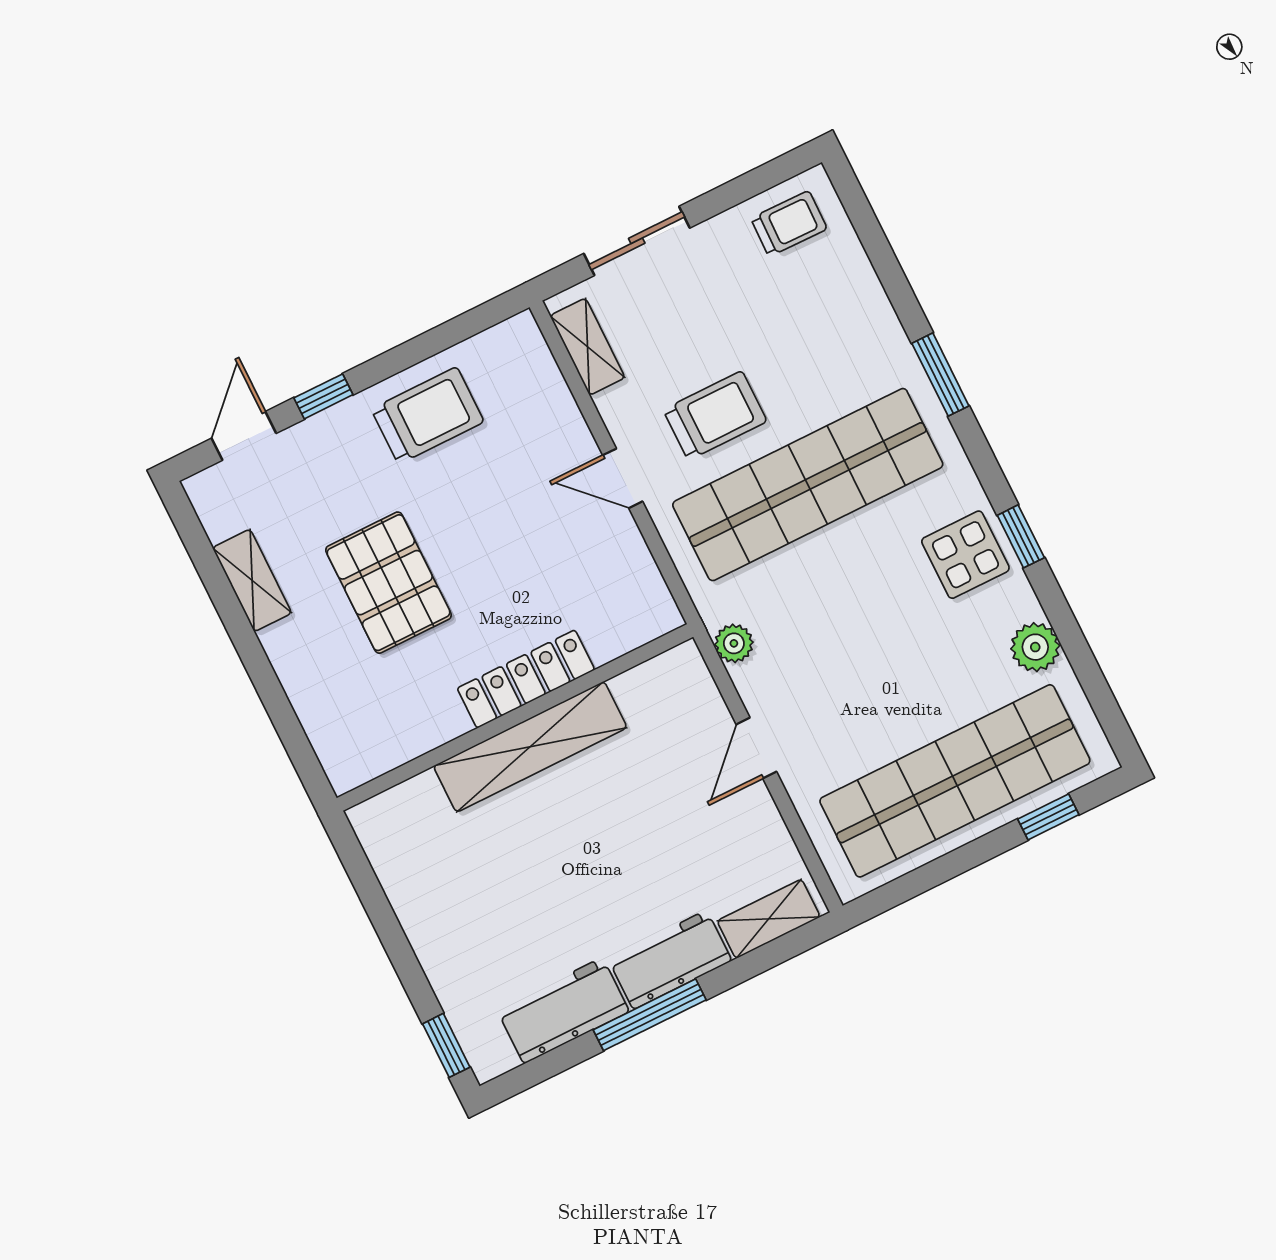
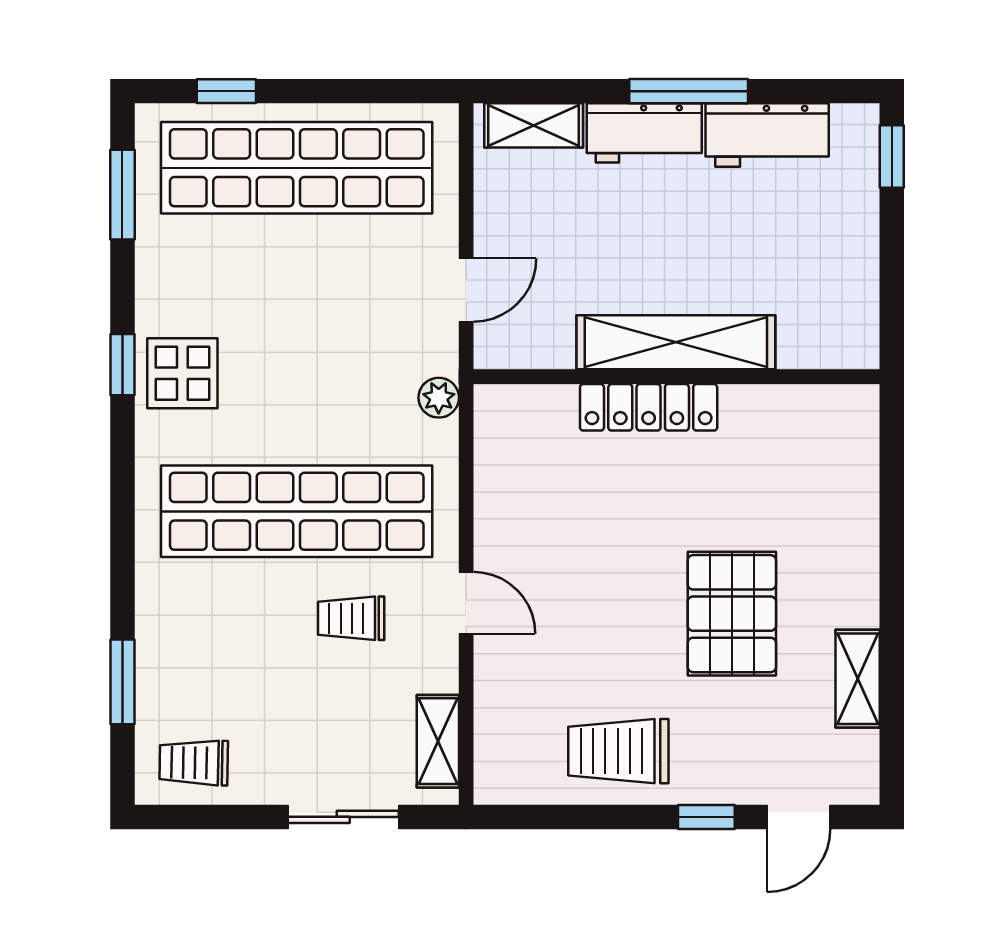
window: (940, 375) -> (122, 682), moved
trolley: (715, 416) -> (351, 618), width x0.73, depth x0.72
plant: (1035, 647) -> (160, 255), removed
locker: (526, 679) -> (649, 407), moved
window: (1094, 683) -> (122, 195), added
wall: (515, 717) -> (676, 377), moved
shelving: (530, 747) -> (676, 342), moved

